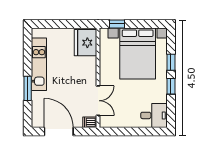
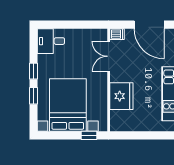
fridge: (86, 43) -> (121, 96), moved

